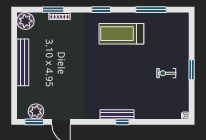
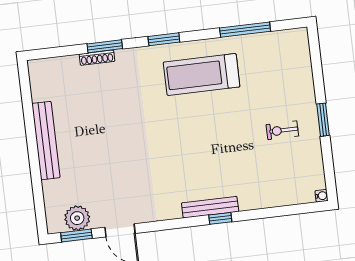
window: (53, 10) -> (105, 46), moved
plant: (25, 21) -> (42, 72), removed

